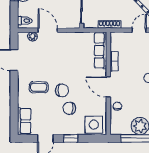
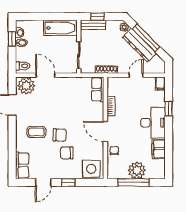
plant: (32, 36) -> (26, 86), width x1.88, depth x1.88
row of seats: (100, 50) -> (98, 89), width x0.68

